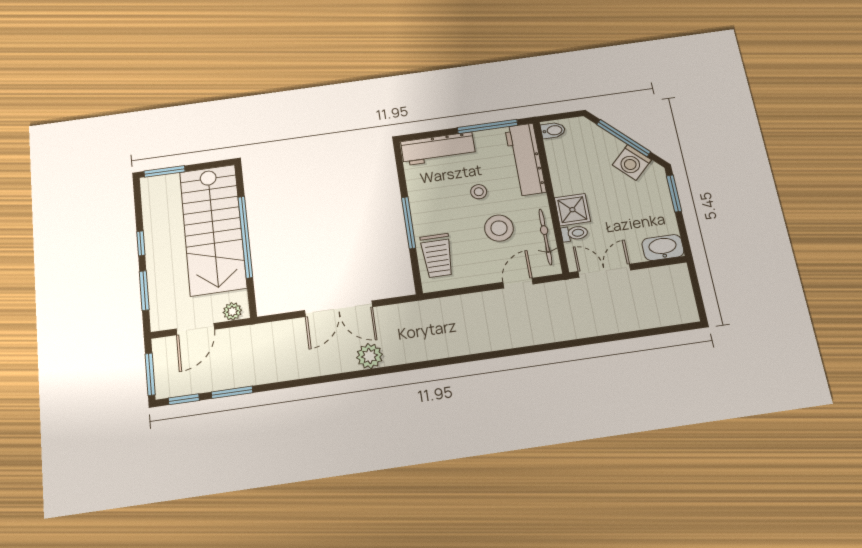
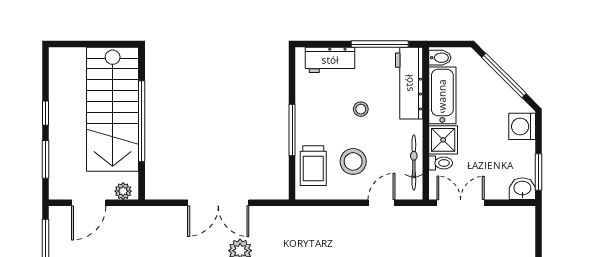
workbench: (438, 149) -> (330, 60), width x0.73
washing machine: (632, 162) -> (522, 126), moved, turned 45
bathtub: (563, 166) -> (442, 95), added
window: (164, 171) -> (72, 44), removed
window: (674, 194) -> (539, 172), moved
stool: (499, 228) -> (353, 161), moved
washbasin: (663, 247) -> (522, 189), width x0.72

